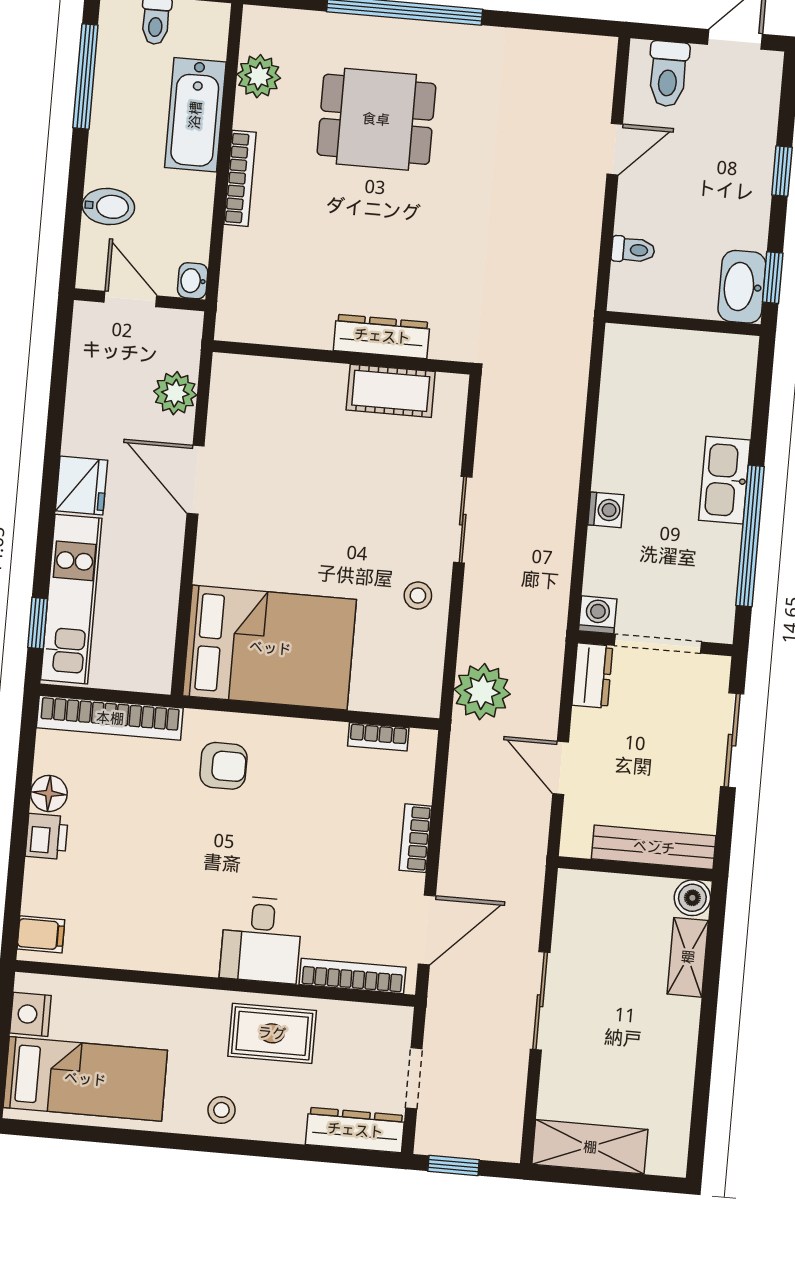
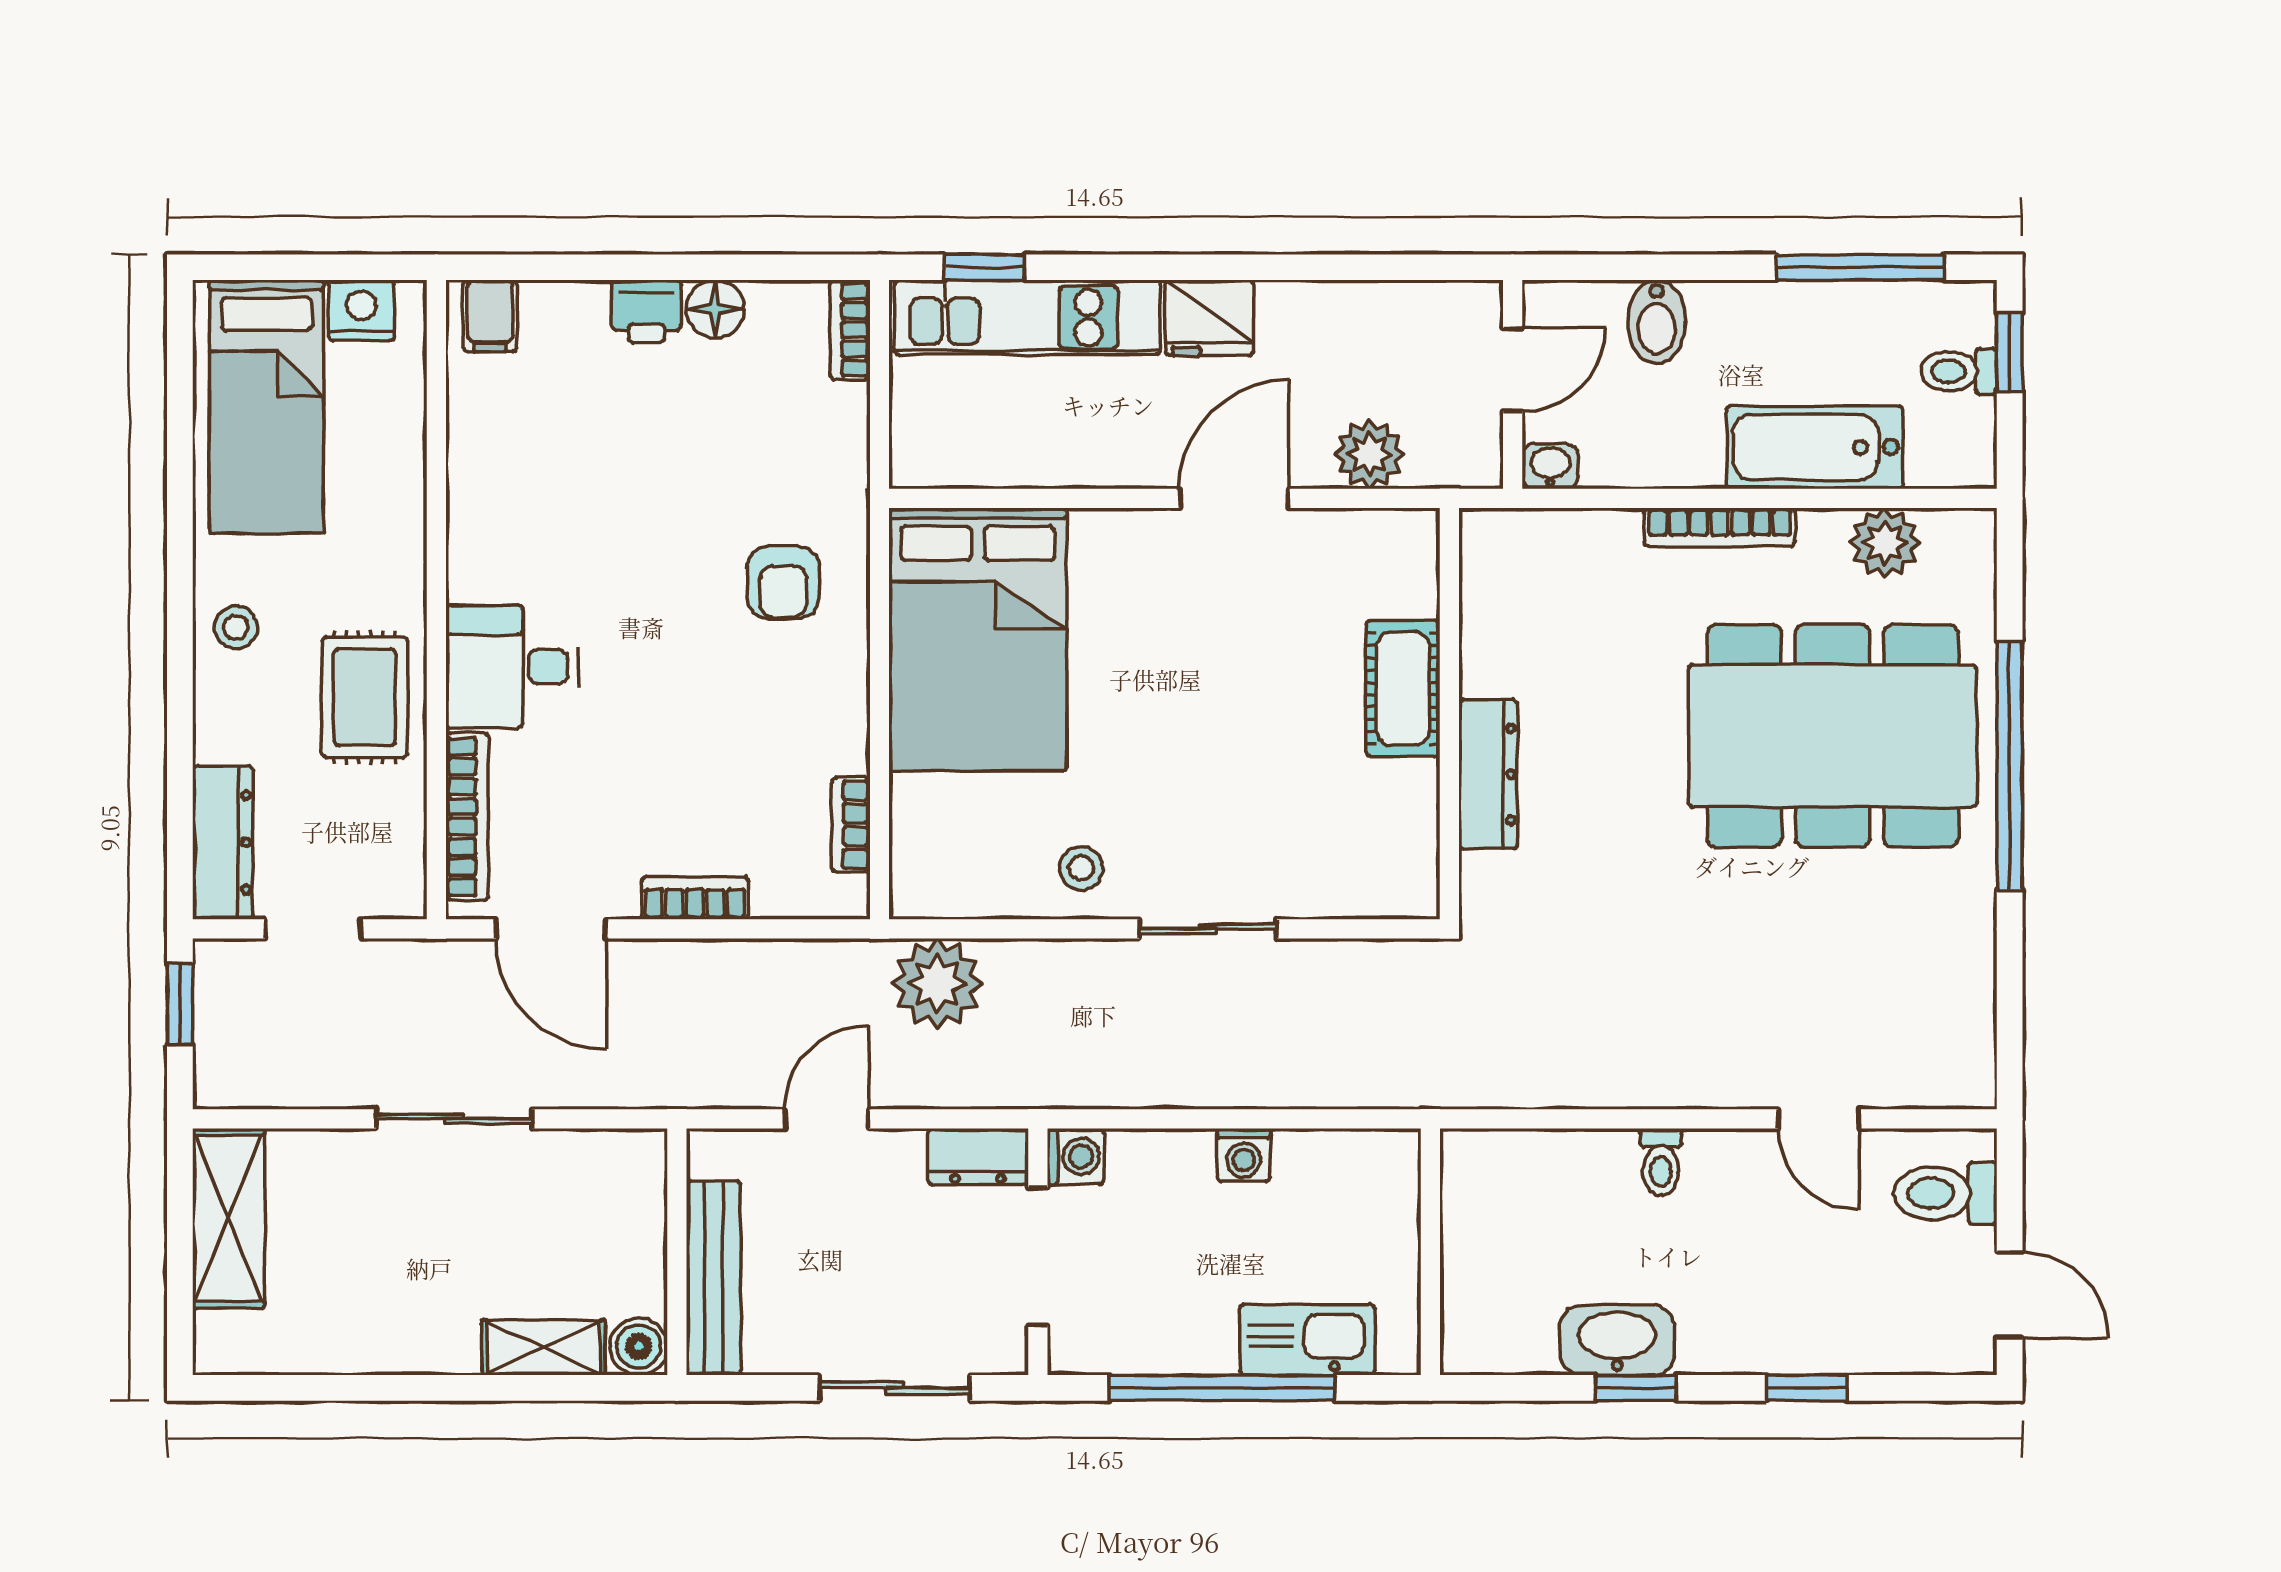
dining table: (376, 119) -> (1833, 736), width x1.88, depth x1.24
wall: (683, 323) -> (1430, 1252), moved
cot: (391, 391) -> (1403, 688), moved
bookcase: (110, 718) -> (850, 330), width x0.43, depth x0.76

